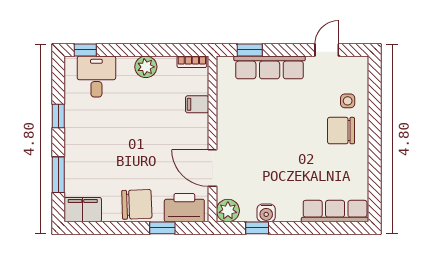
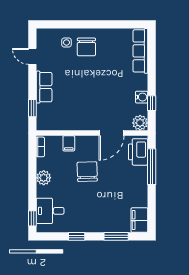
row of seats: (270, 67) -> (44, 87), width x0.68
chair: (137, 204) -> (87, 172), moved
window: (162, 228) -> (152, 167), width x2.17

